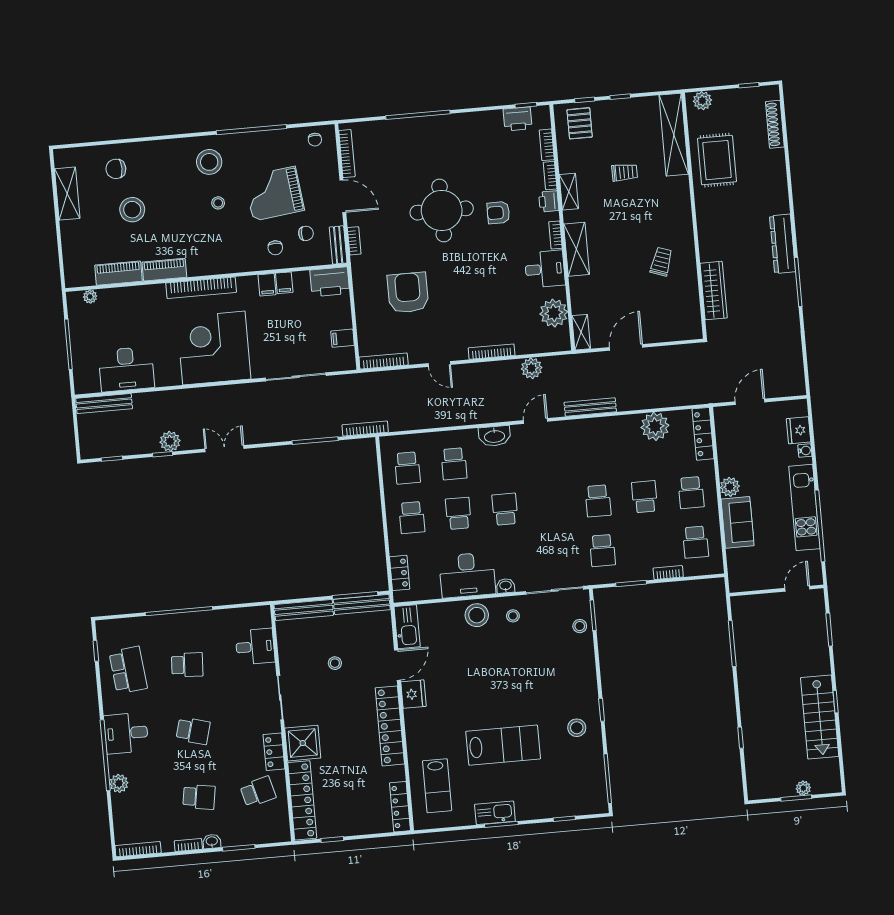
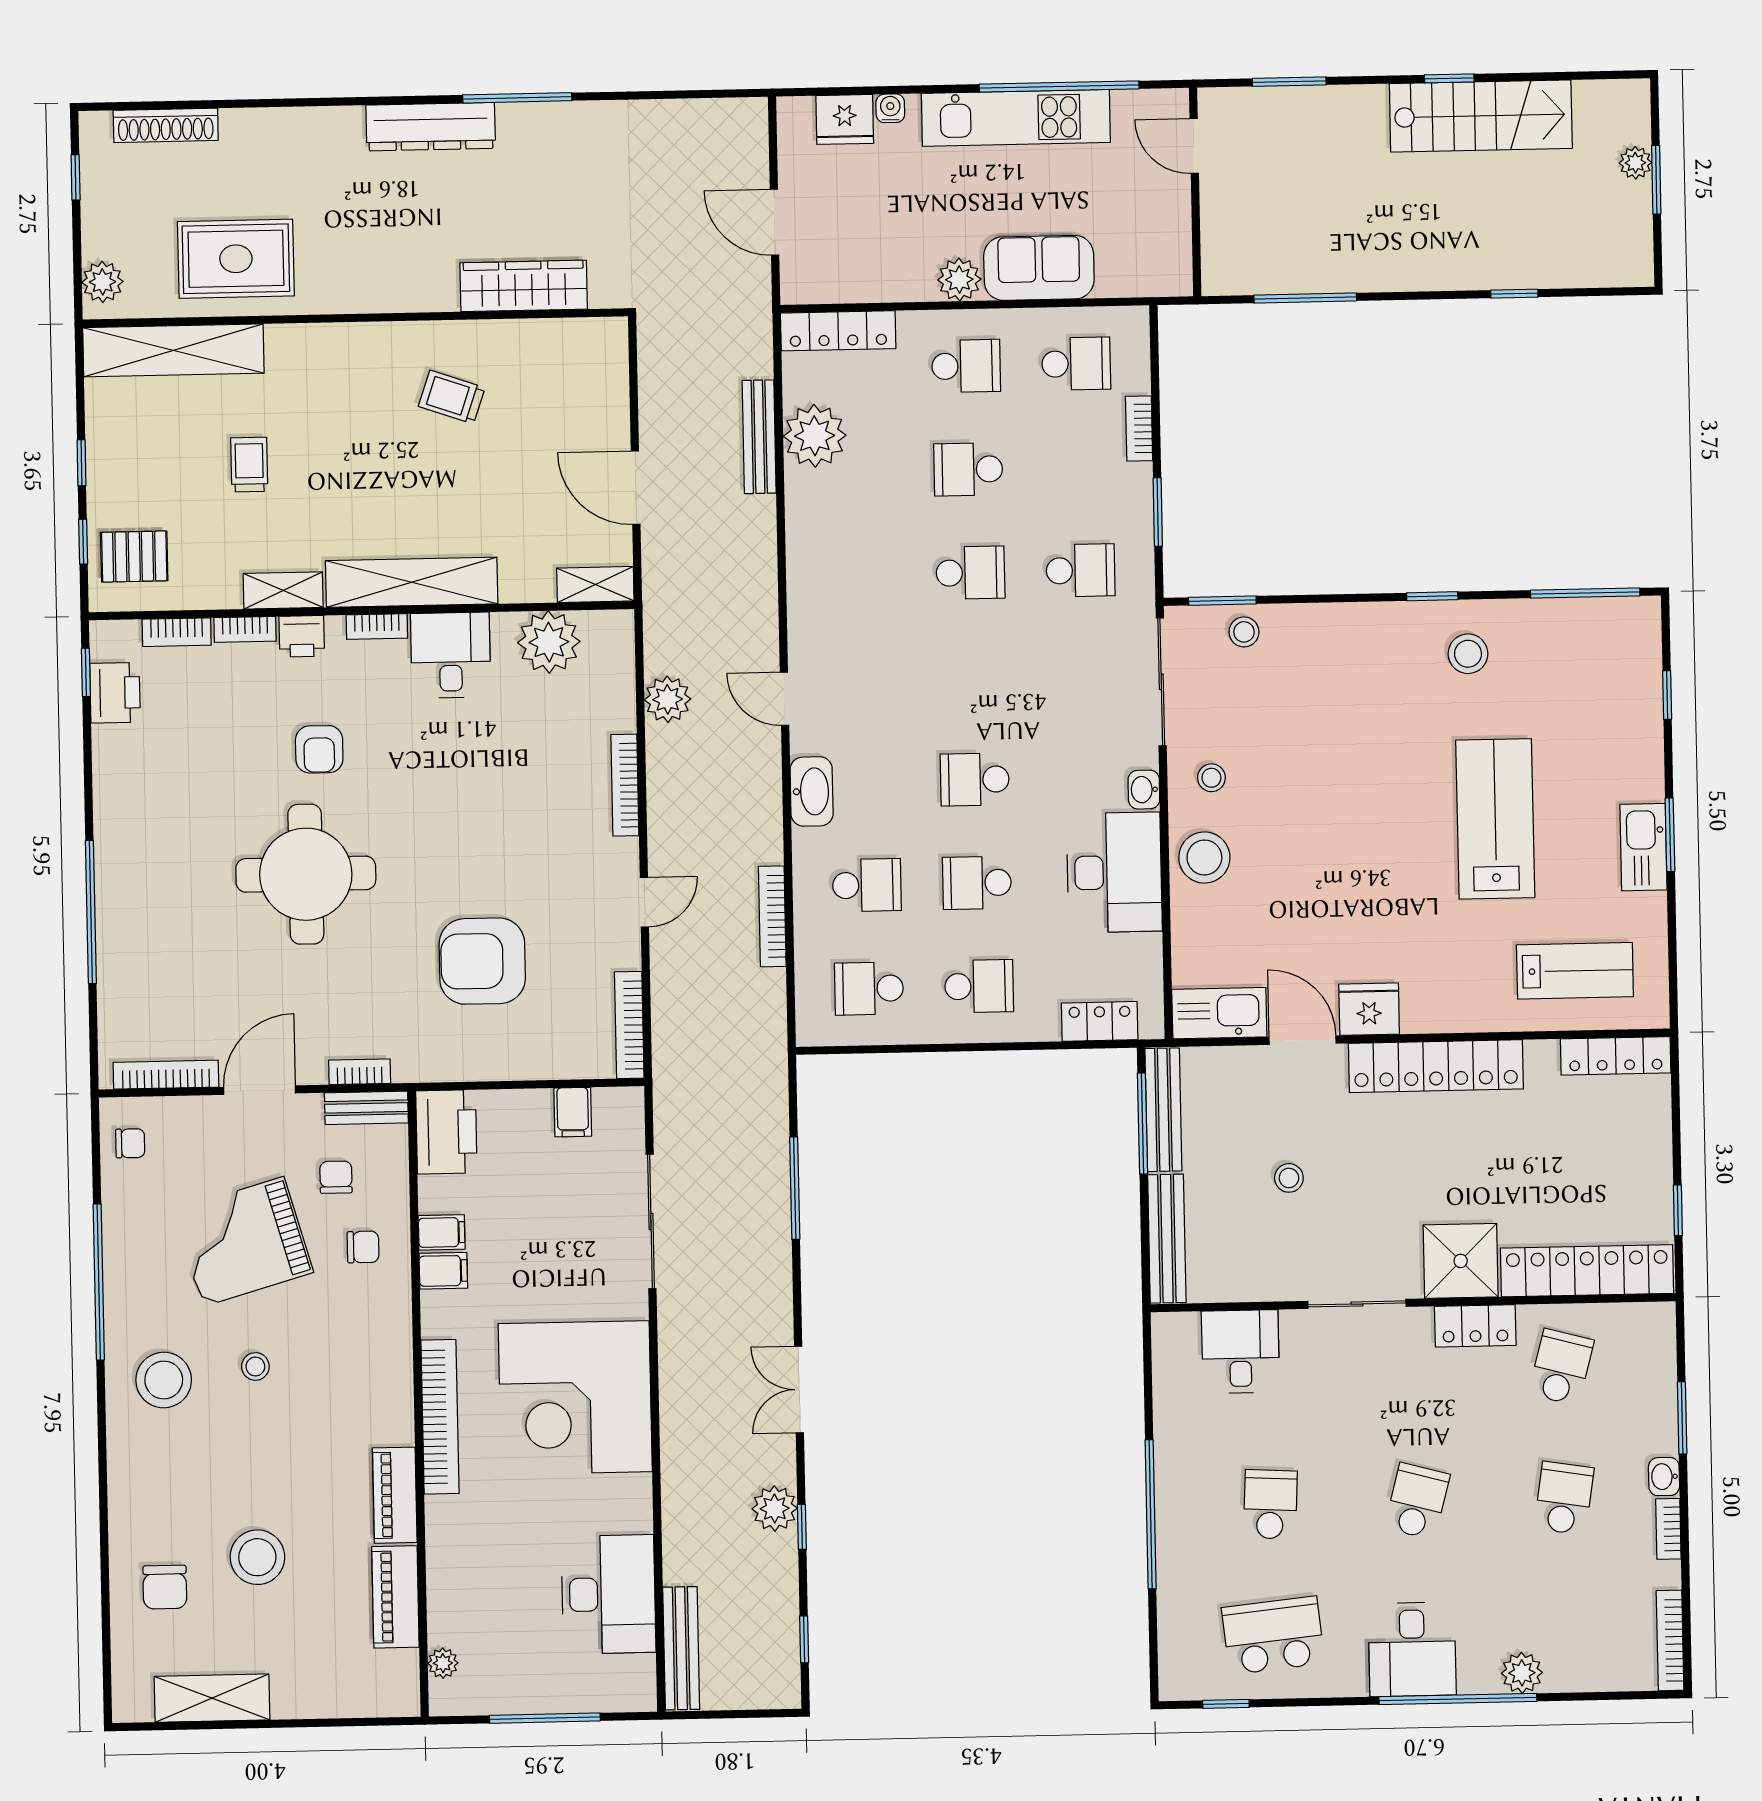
grand piano: (274, 194) -> (243, 1242), turned 81
shelving: (577, 249) -> (412, 582), width x1.47
bench: (590, 407) -> (759, 437), moved
bookcase: (365, 428) -> (772, 916), moved
school desk: (407, 468) -> (869, 988), turned 180
school desk: (258, 792) -> (1561, 1367), turned 30

